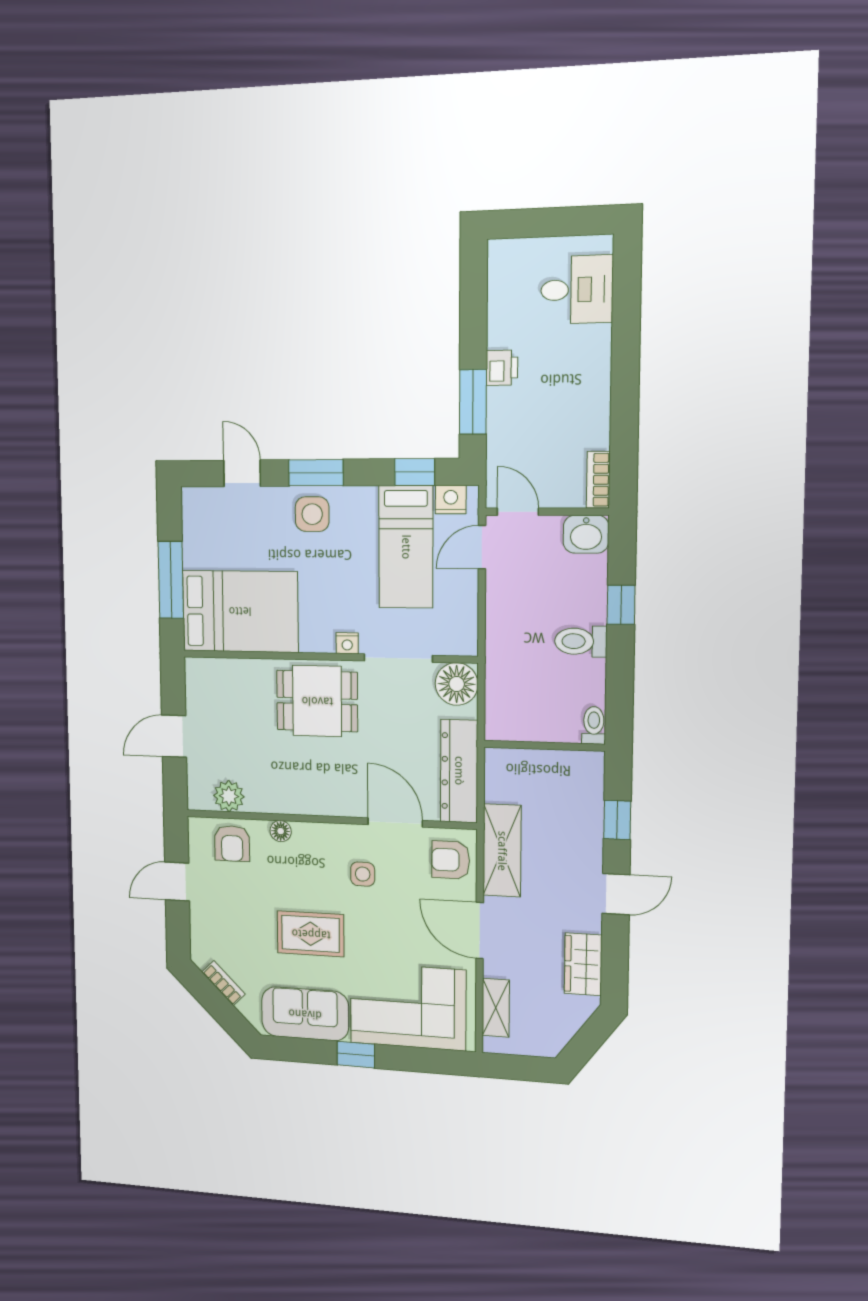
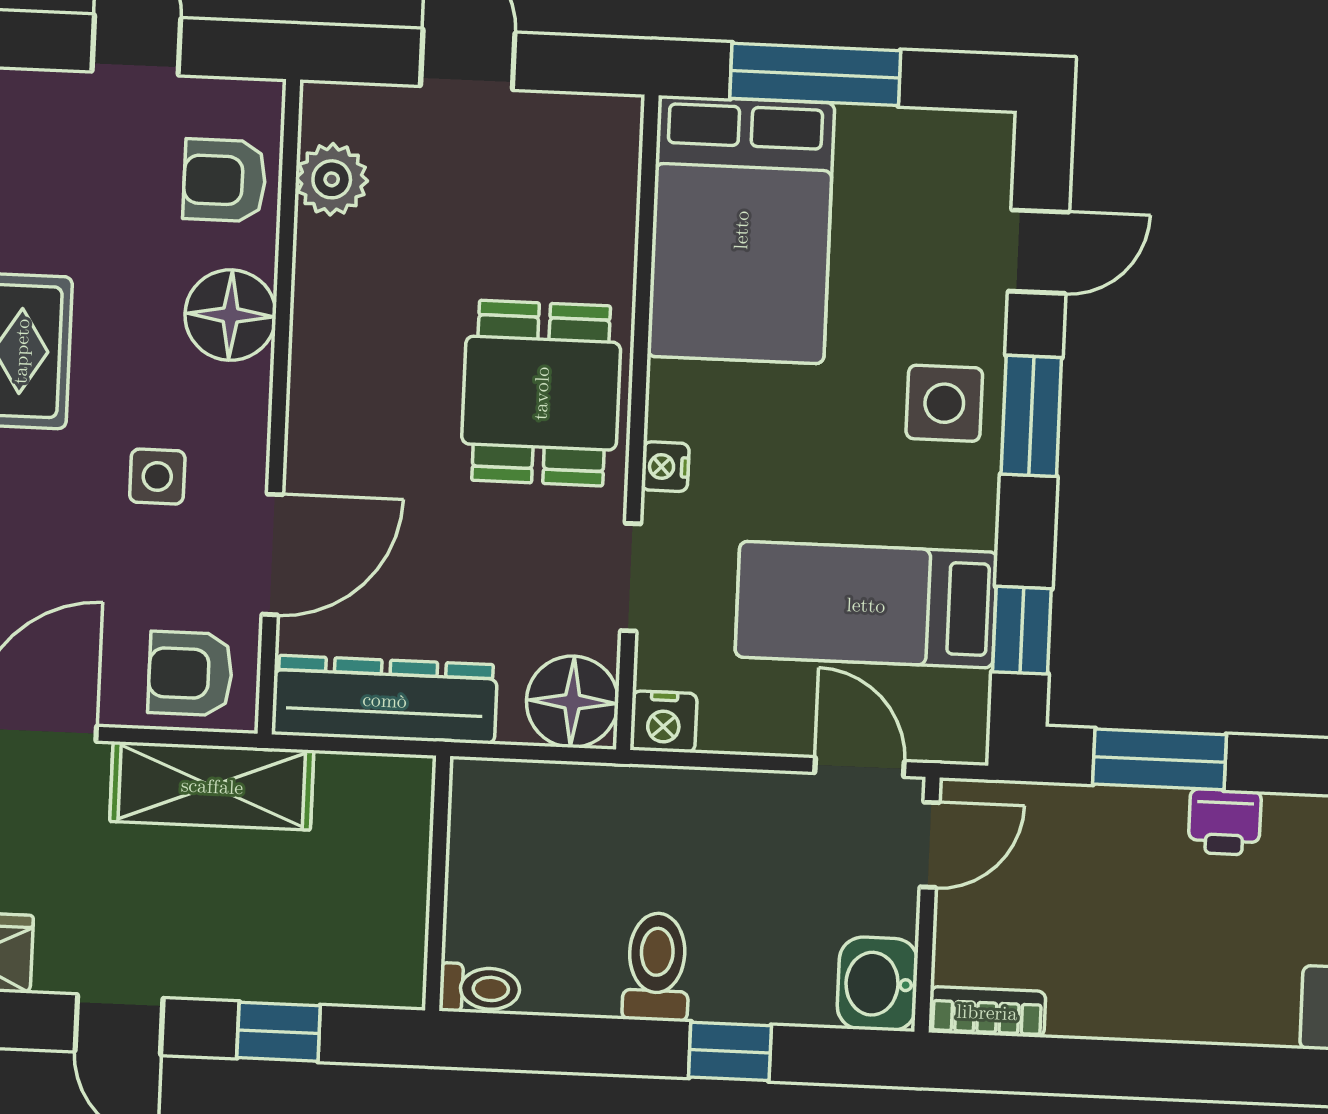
nightstand: (451, 500) -> (664, 722), moved, turned 90
doorway: (398, 658) -> (631, 577), width x0.73
floor lamp: (281, 831) -> (231, 315), width x1.89, depth x1.89
armchair: (451, 860) -> (190, 673), turned -90

